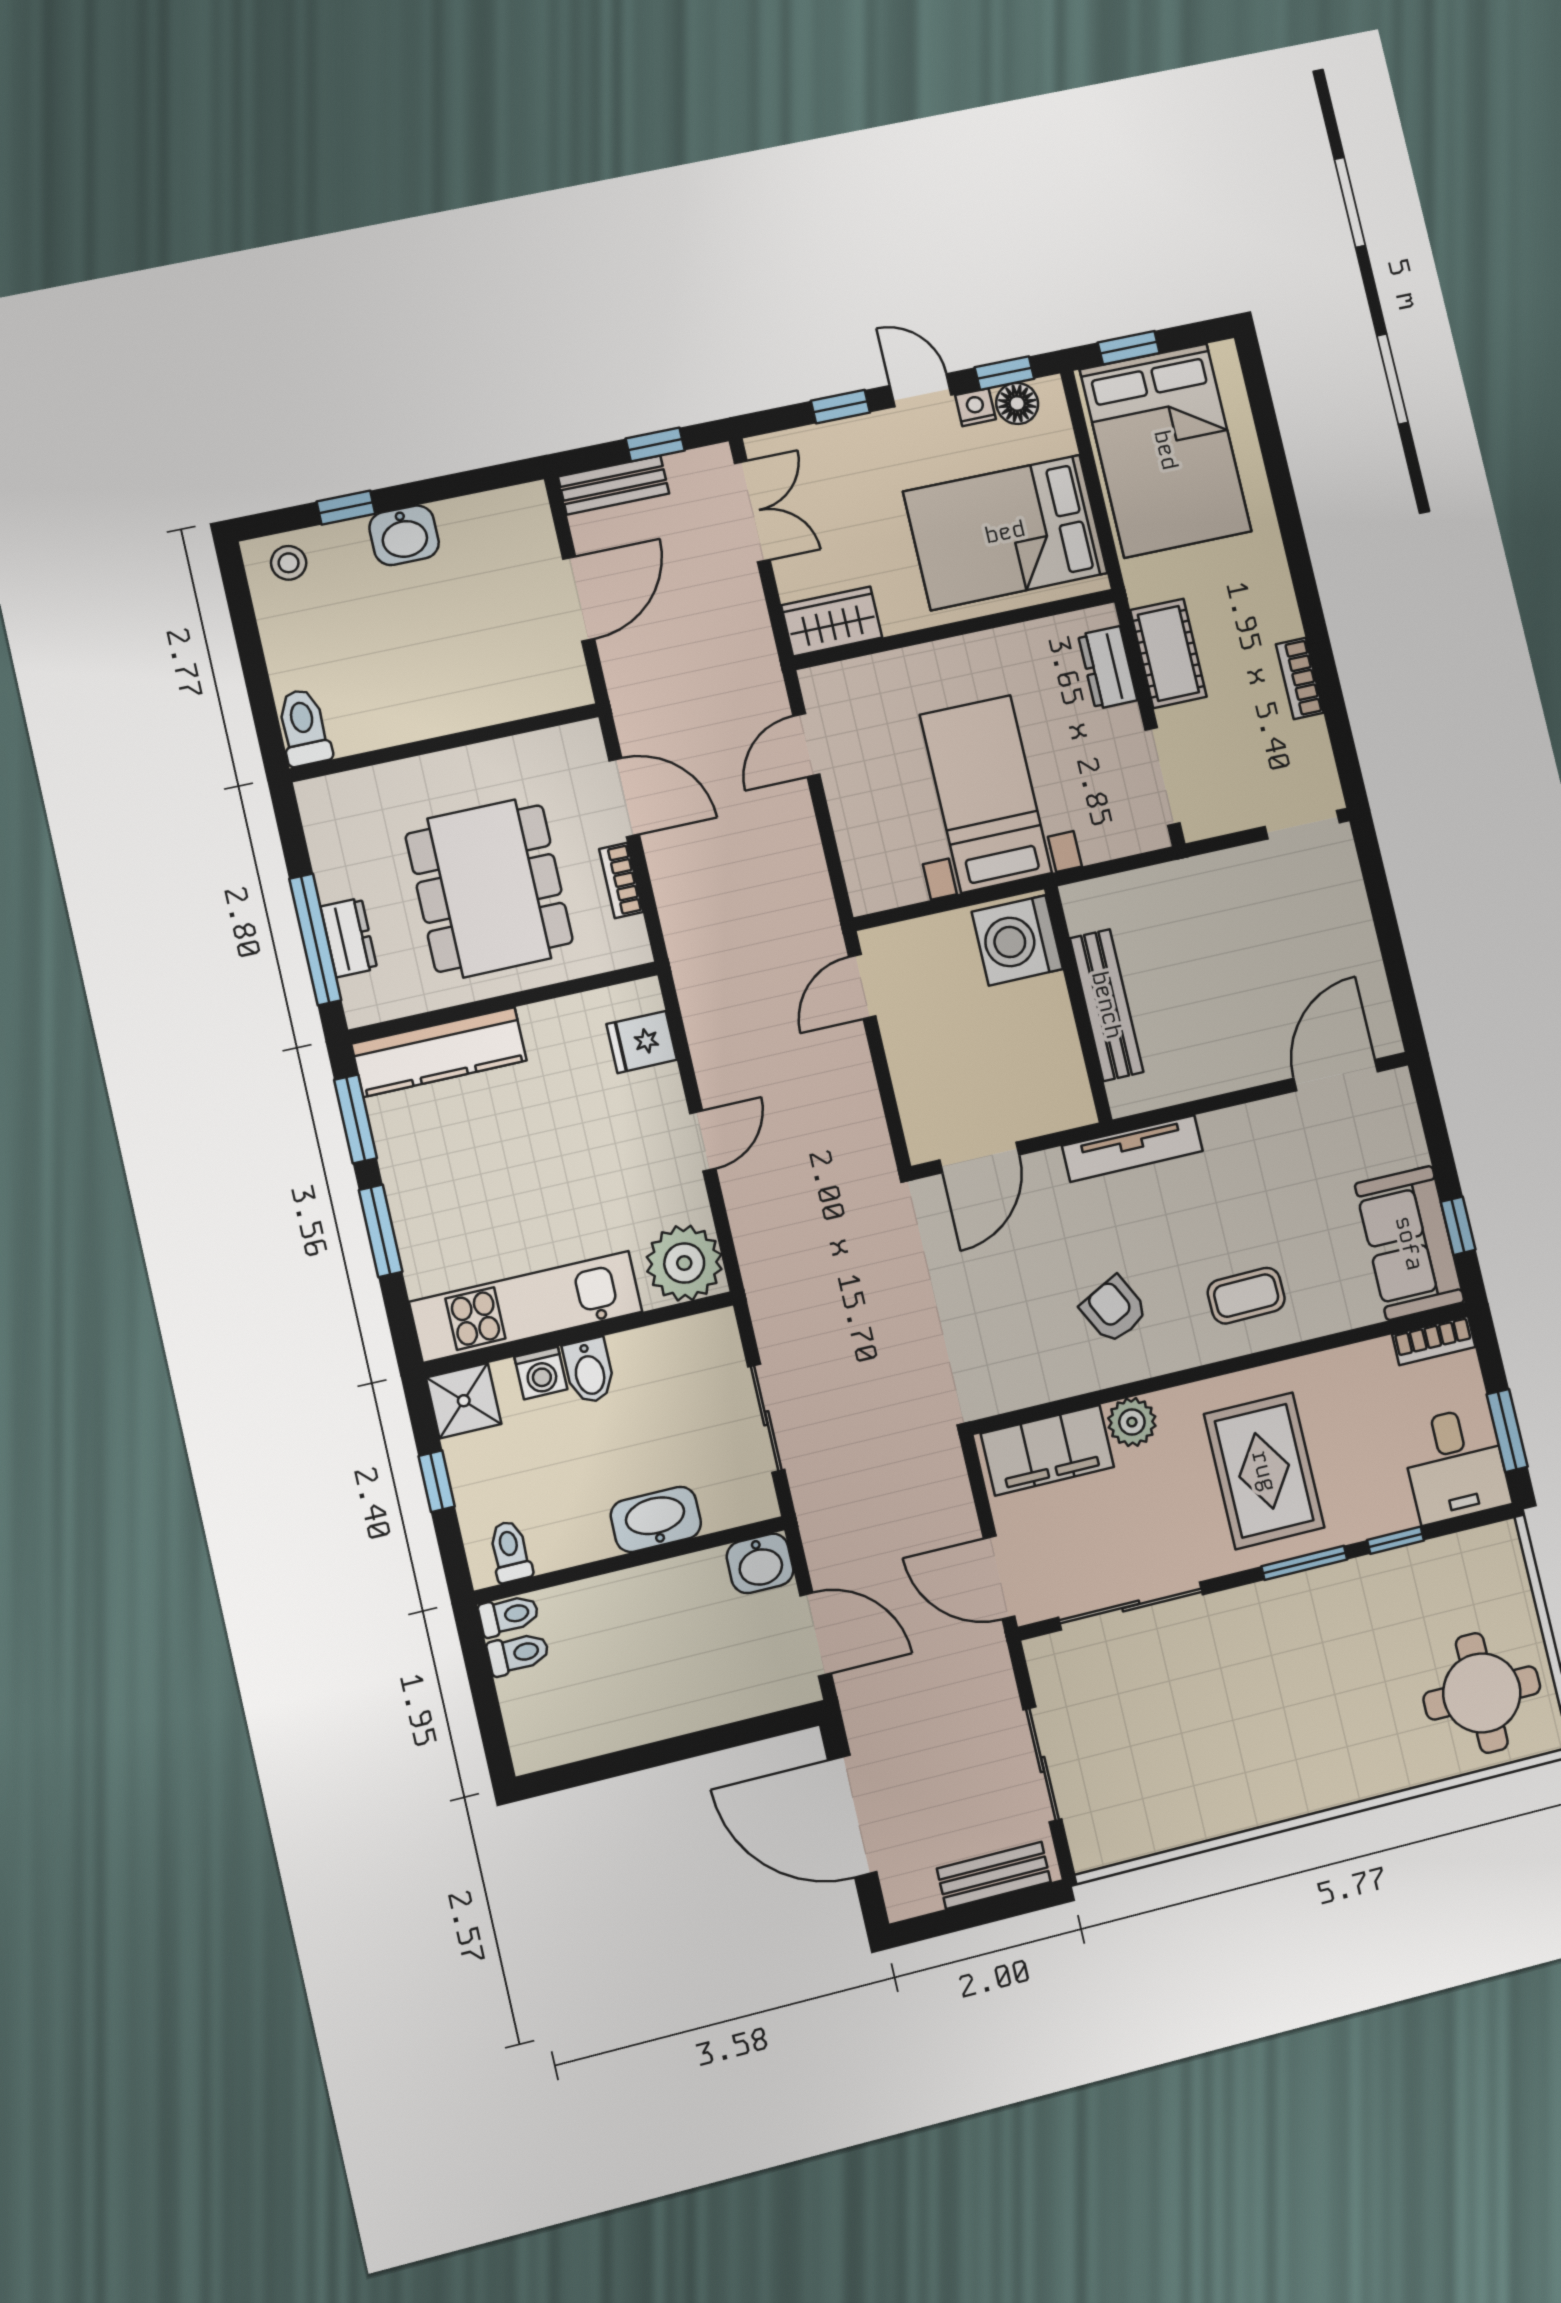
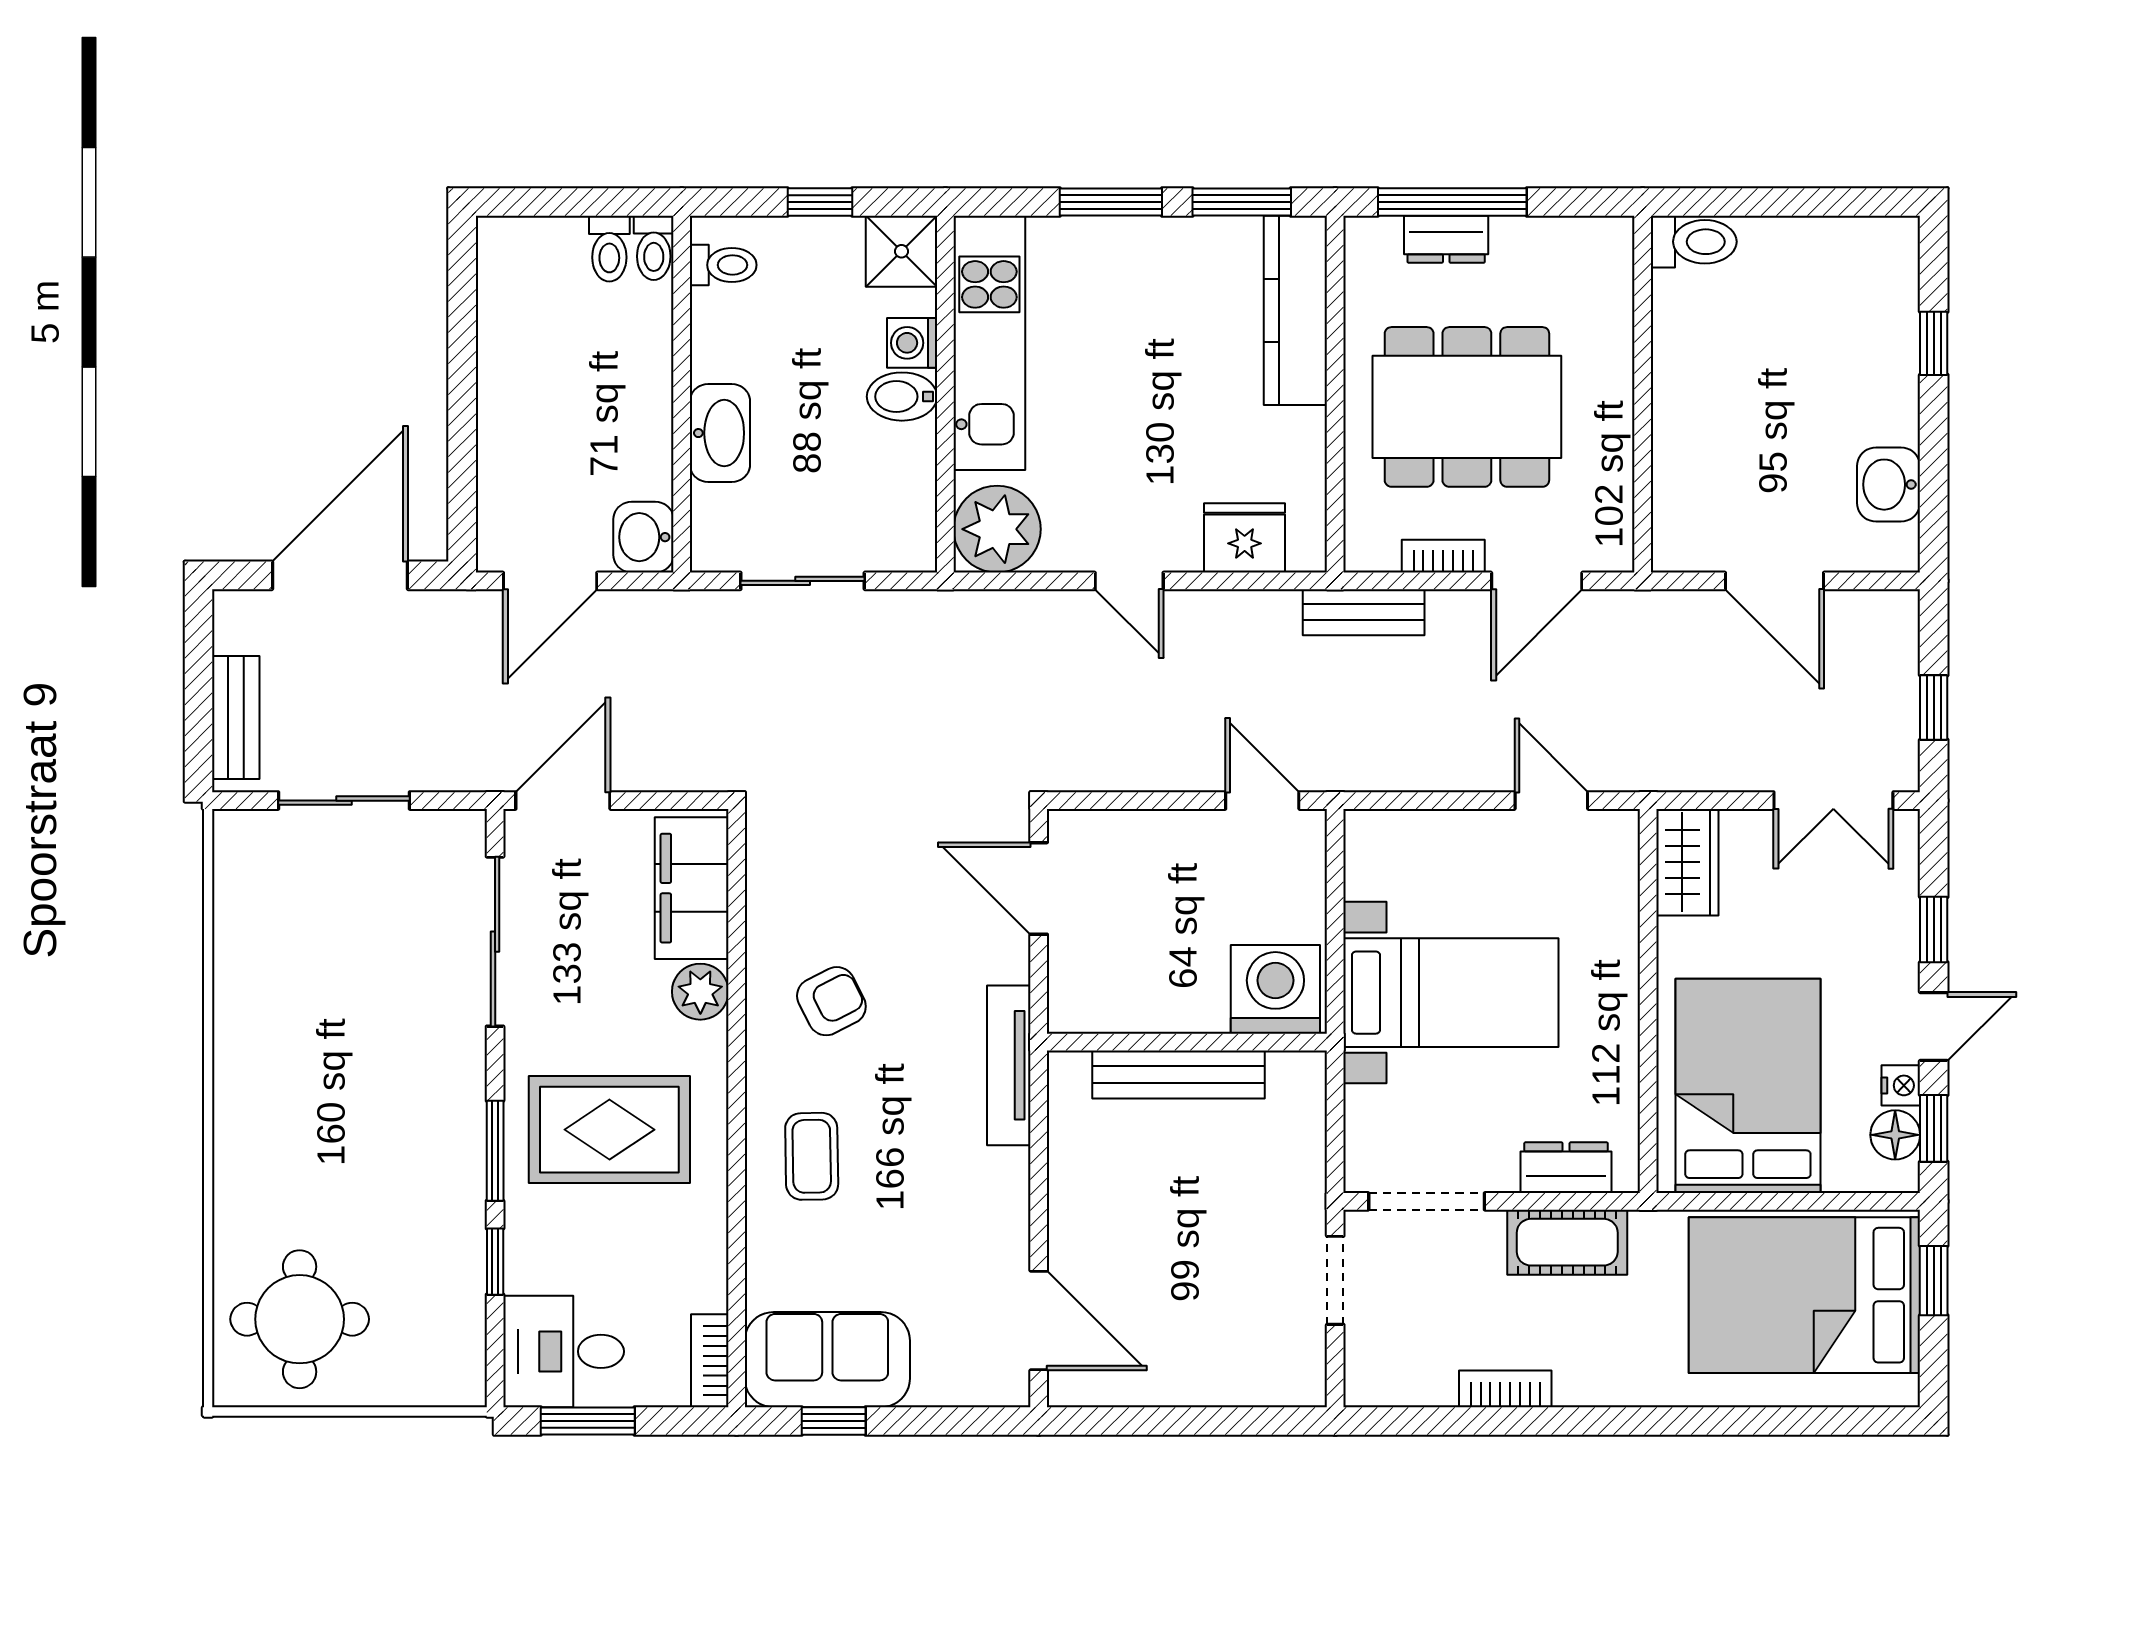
bench: (614, 485) -> (1364, 612), moved, turned 90
washbasin: (404, 535) -> (1889, 485), moved
stool: (289, 563) -> (1884, 266), removed
doorway: (1302, 825) -> (1335, 1280), moved
fridge: (642, 1042) -> (1245, 538), width x1.38

